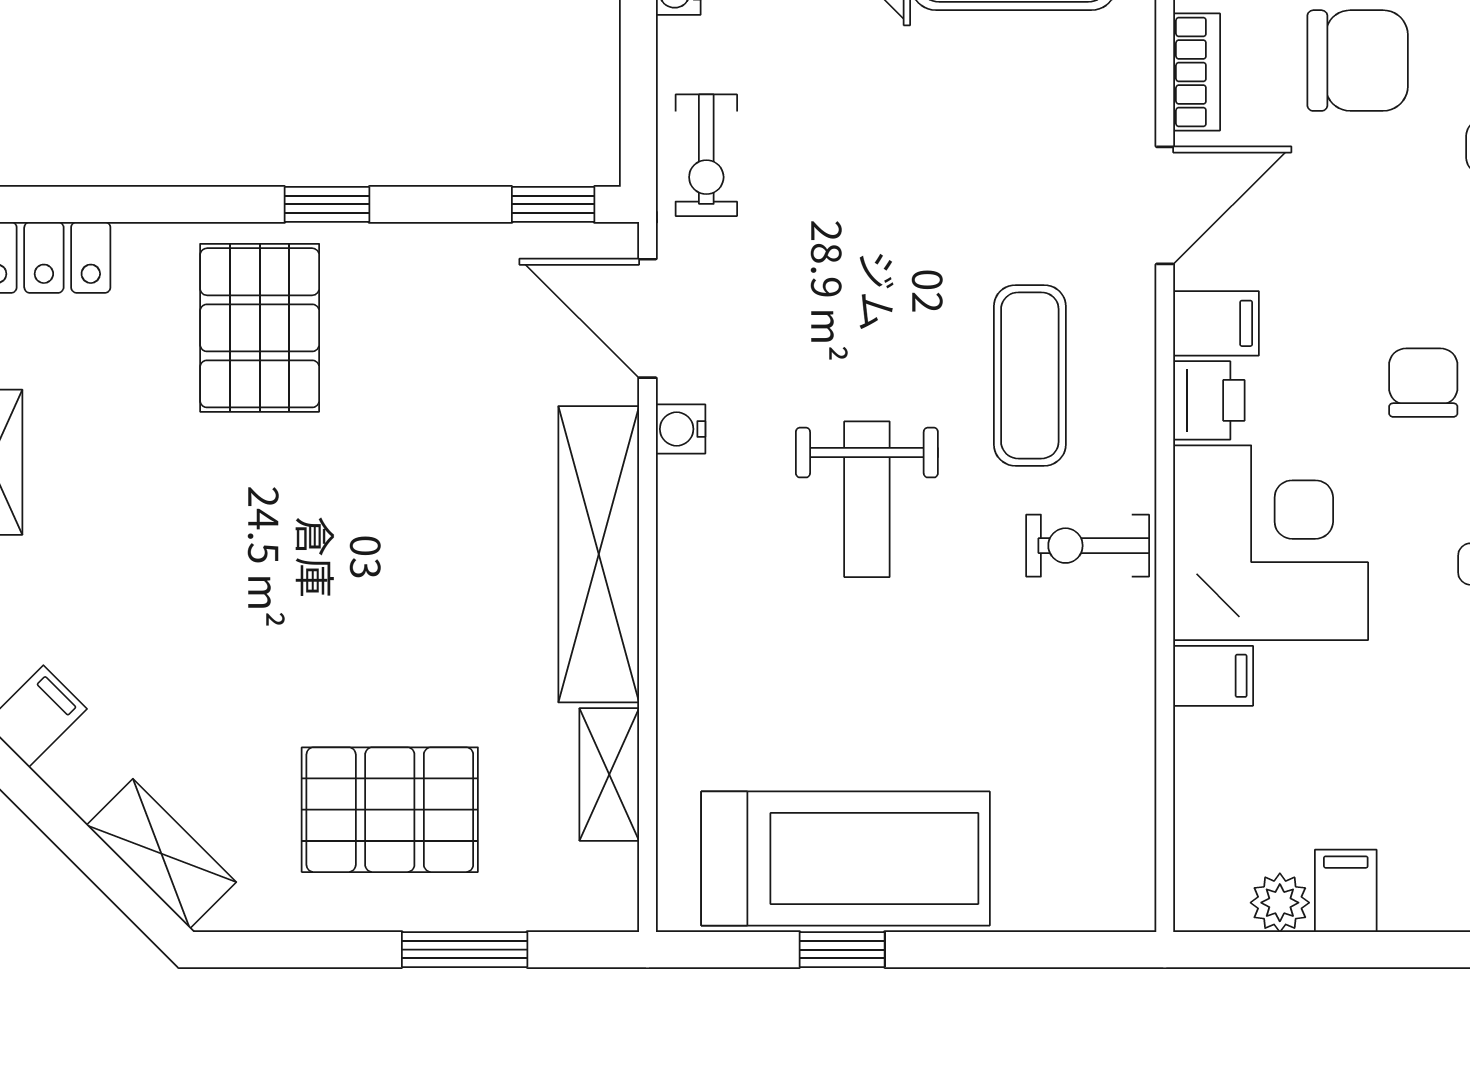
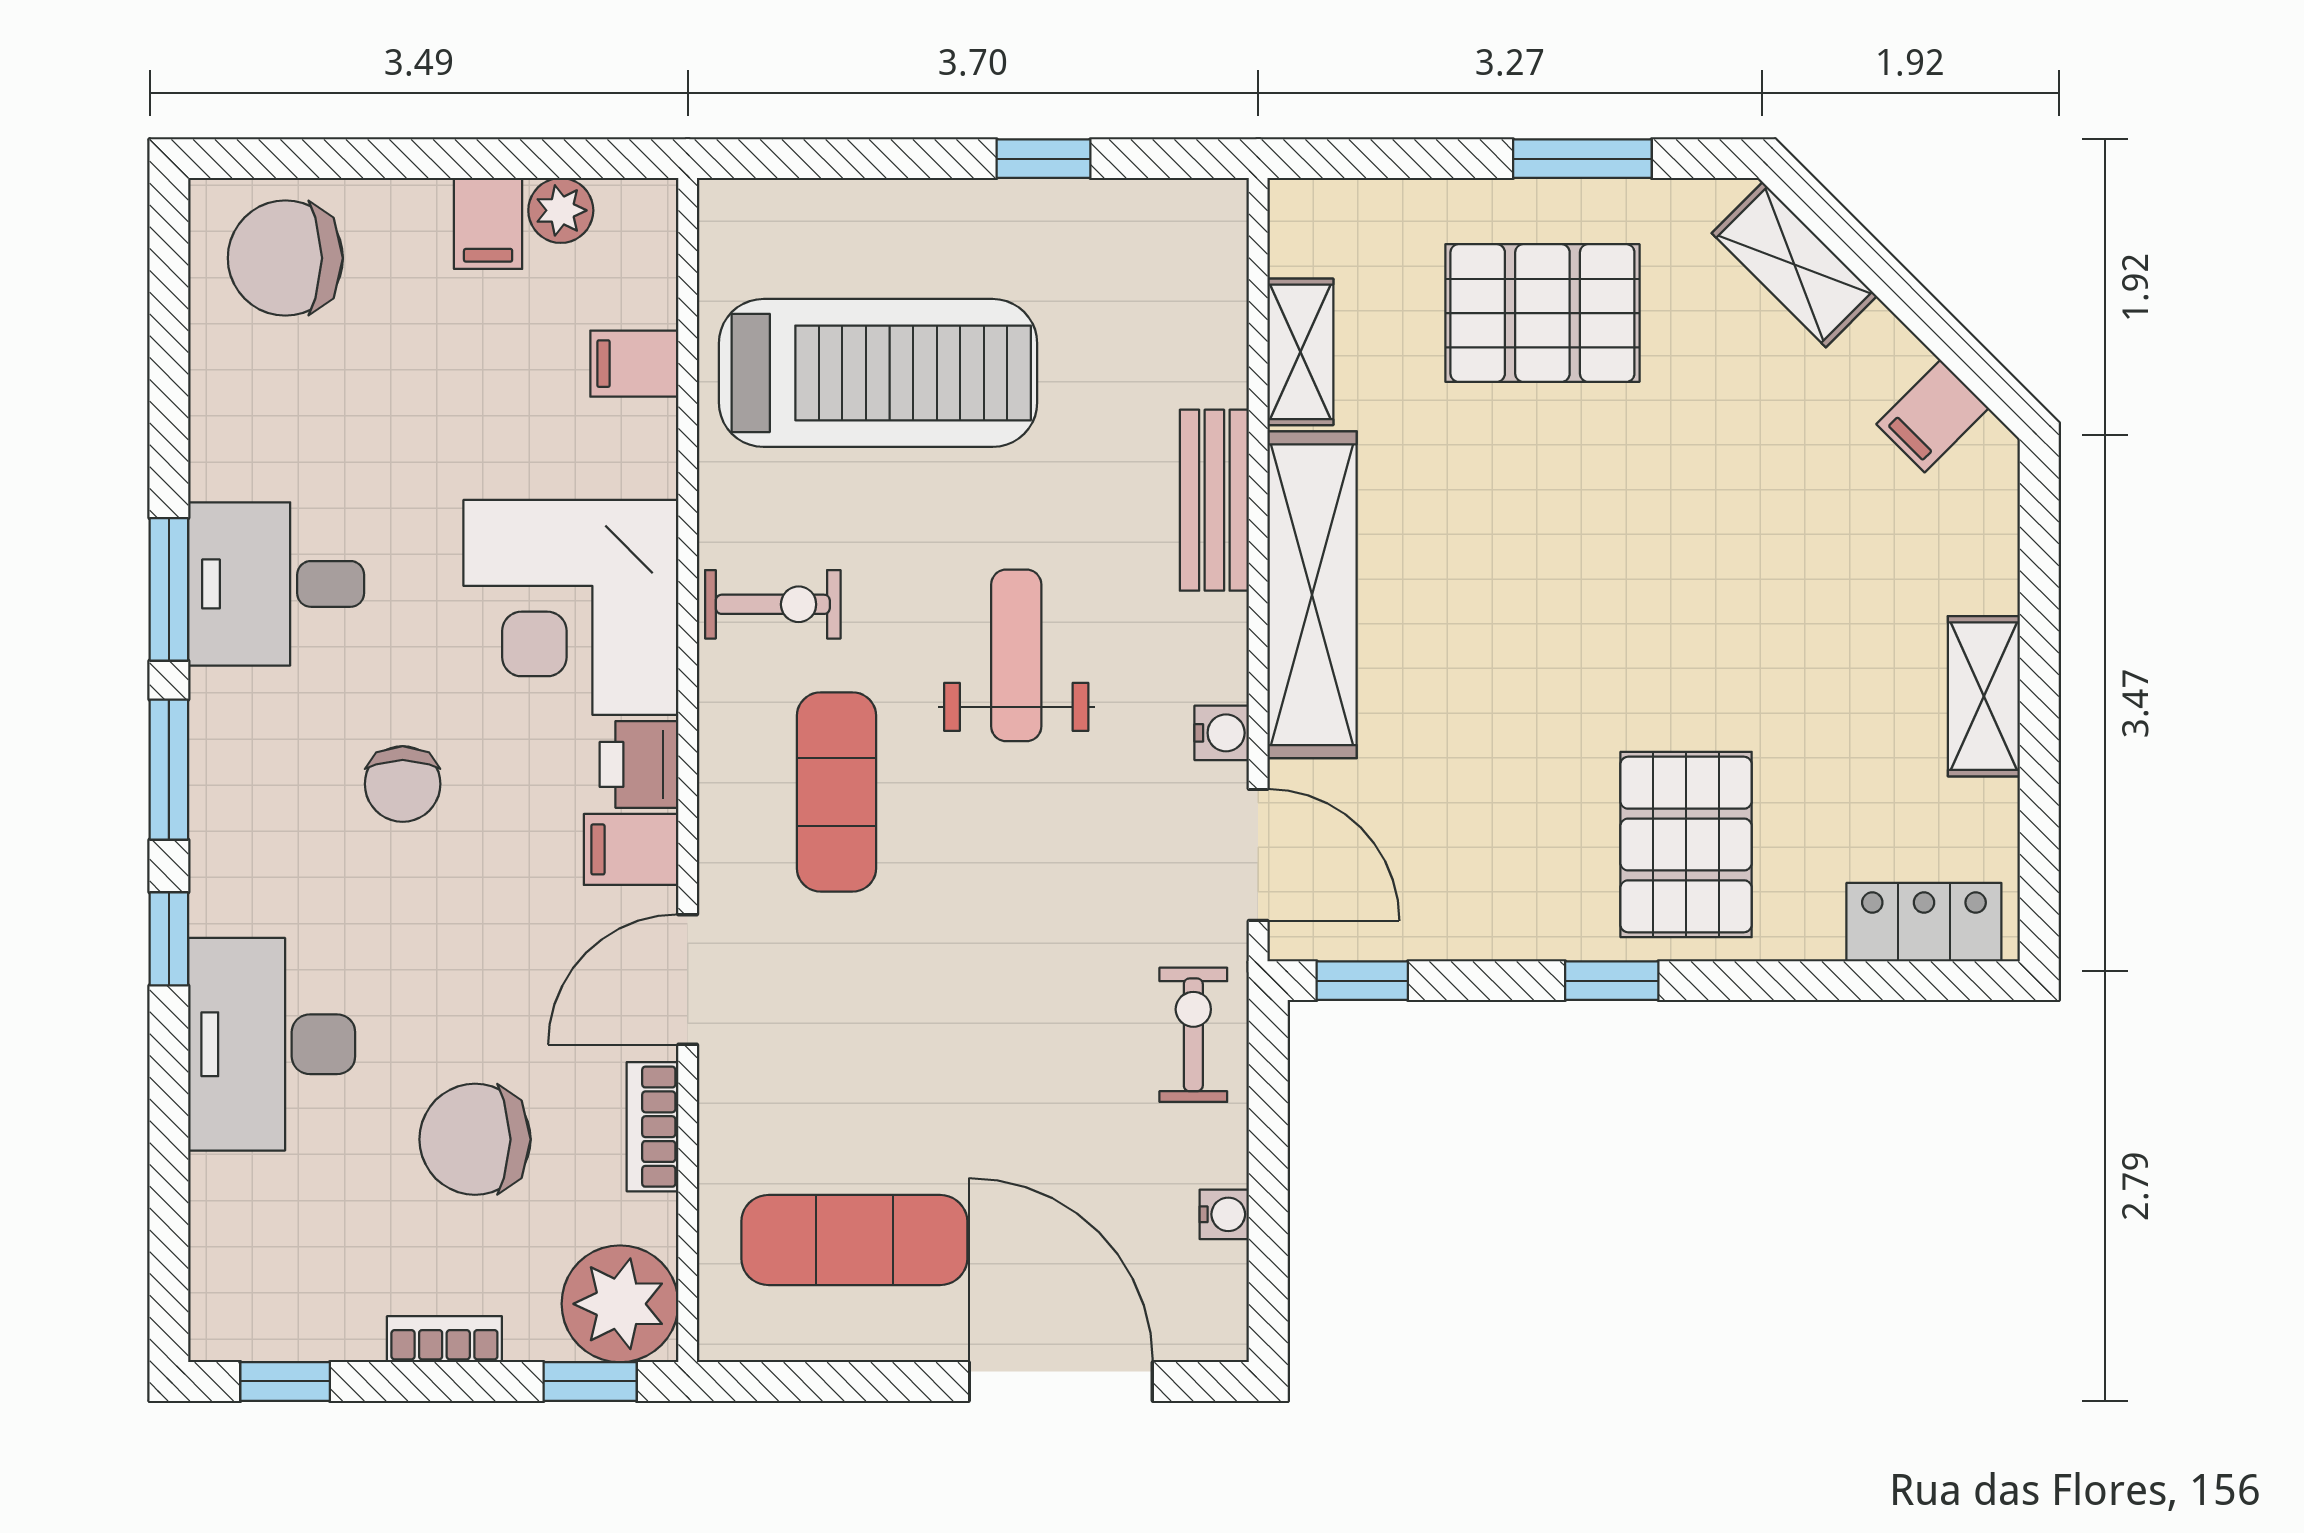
bench: (687, 640) -> (1214, 500), added
filing cabinet: (1213, 676) -> (634, 364), moved
treadmill: (845, 859) -> (878, 373), moved, turned 180
window: (465, 950) -> (1582, 159), moved

